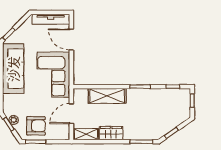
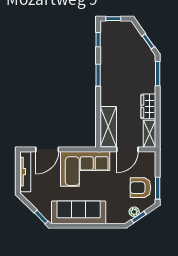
shelving: (107, 96) -> (108, 127), moved
door: (71, 114) -> (127, 149), hinge flipped
armchair: (36, 126) -> (140, 188), turned -90

